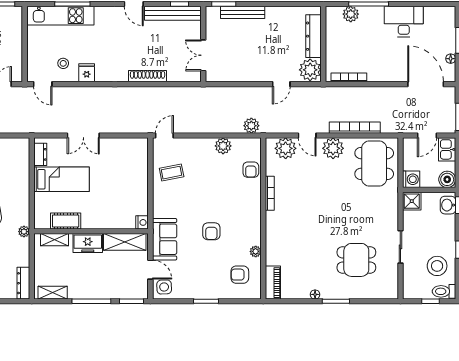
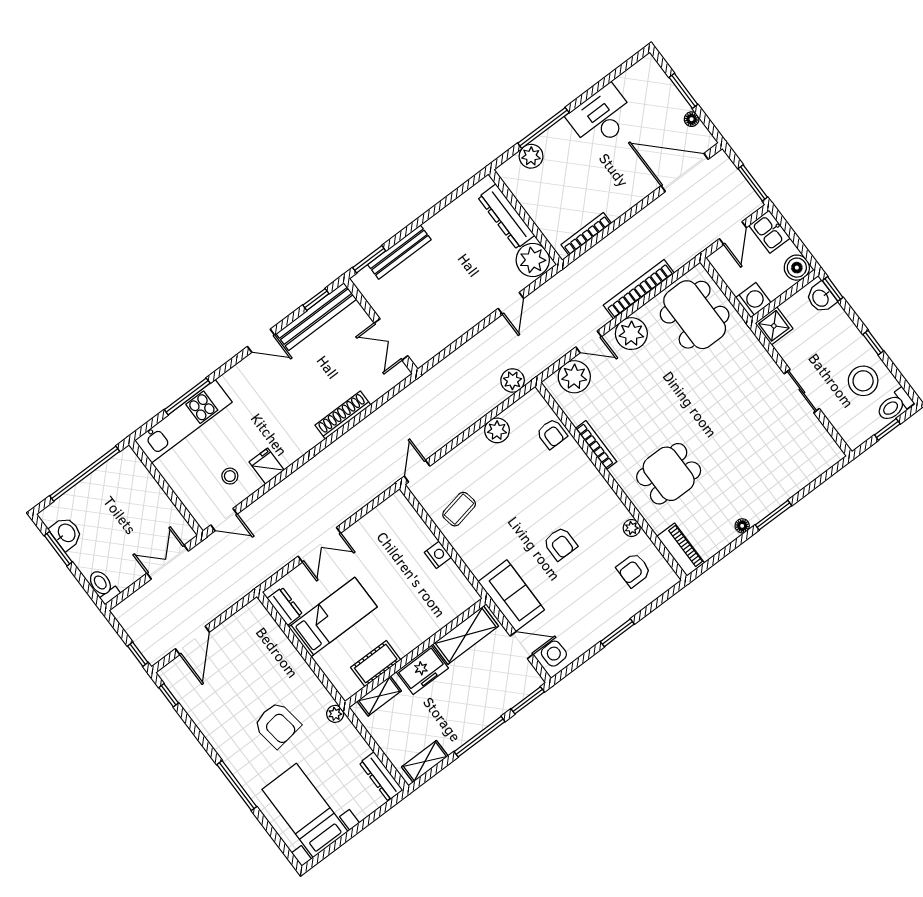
nightstand: (142, 222) -> (438, 555), moved
dining table: (356, 260) -> (669, 474), moved

